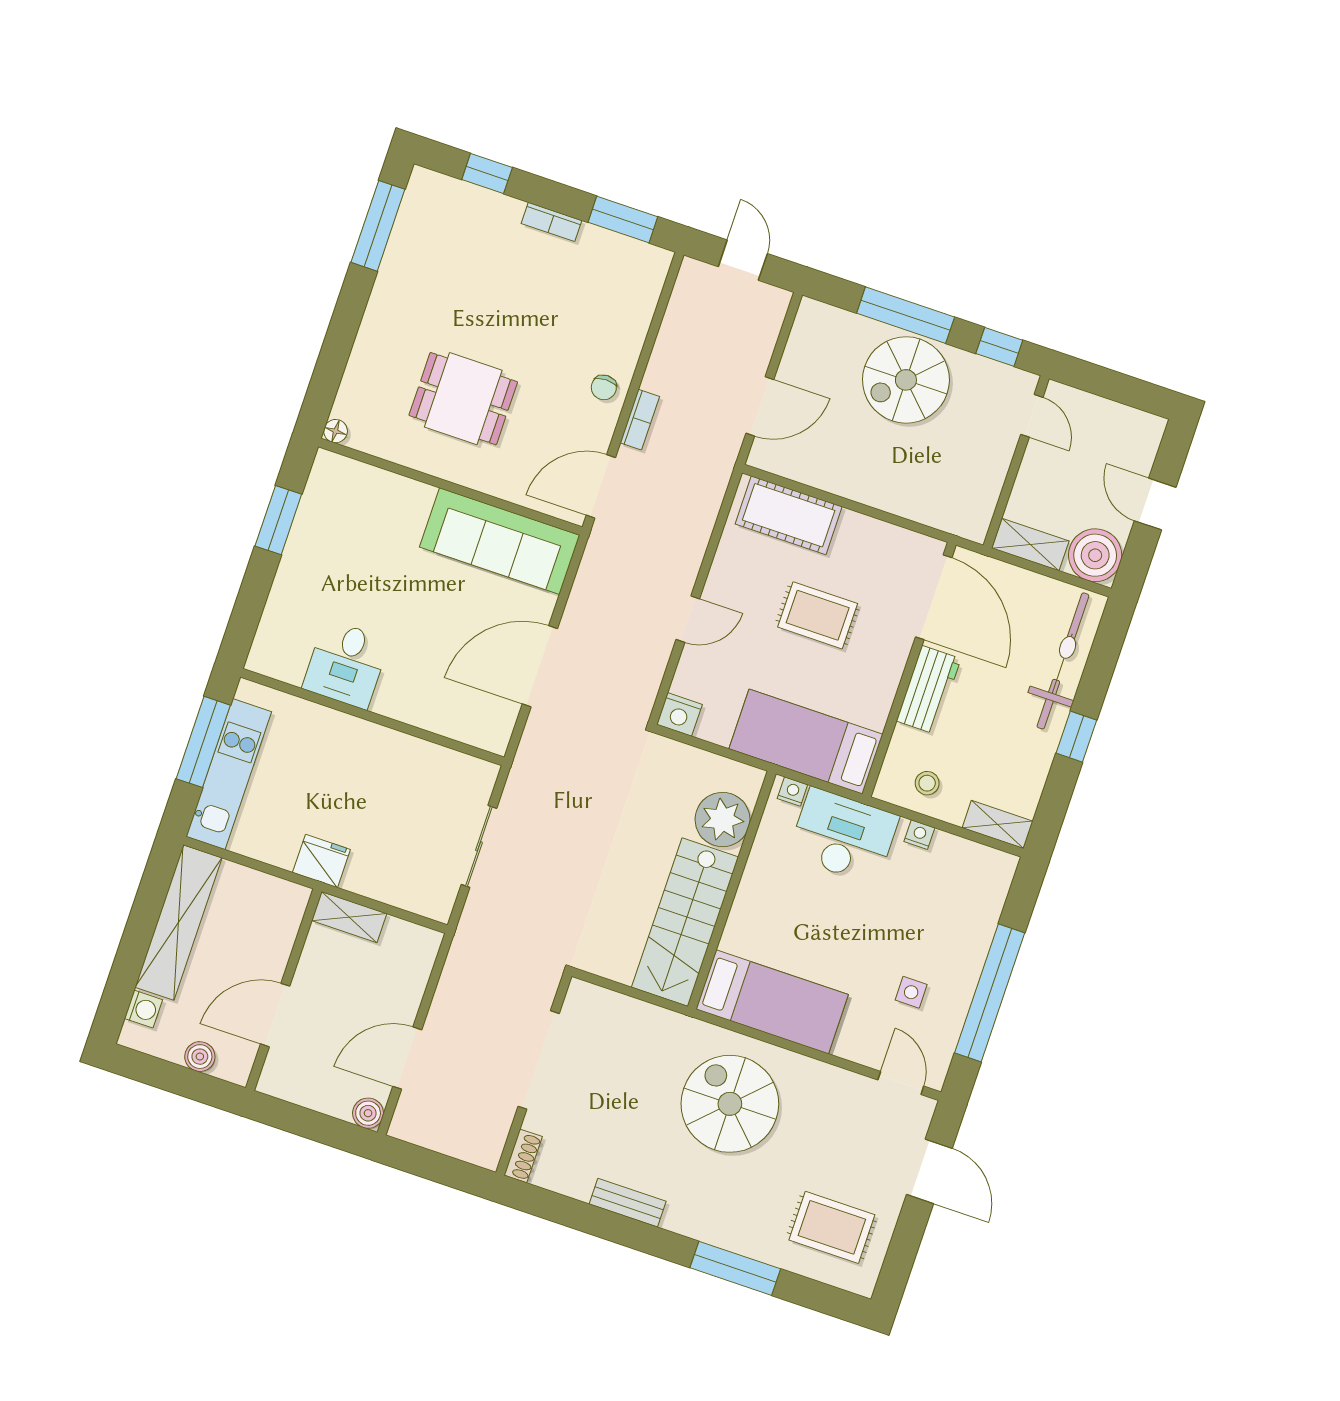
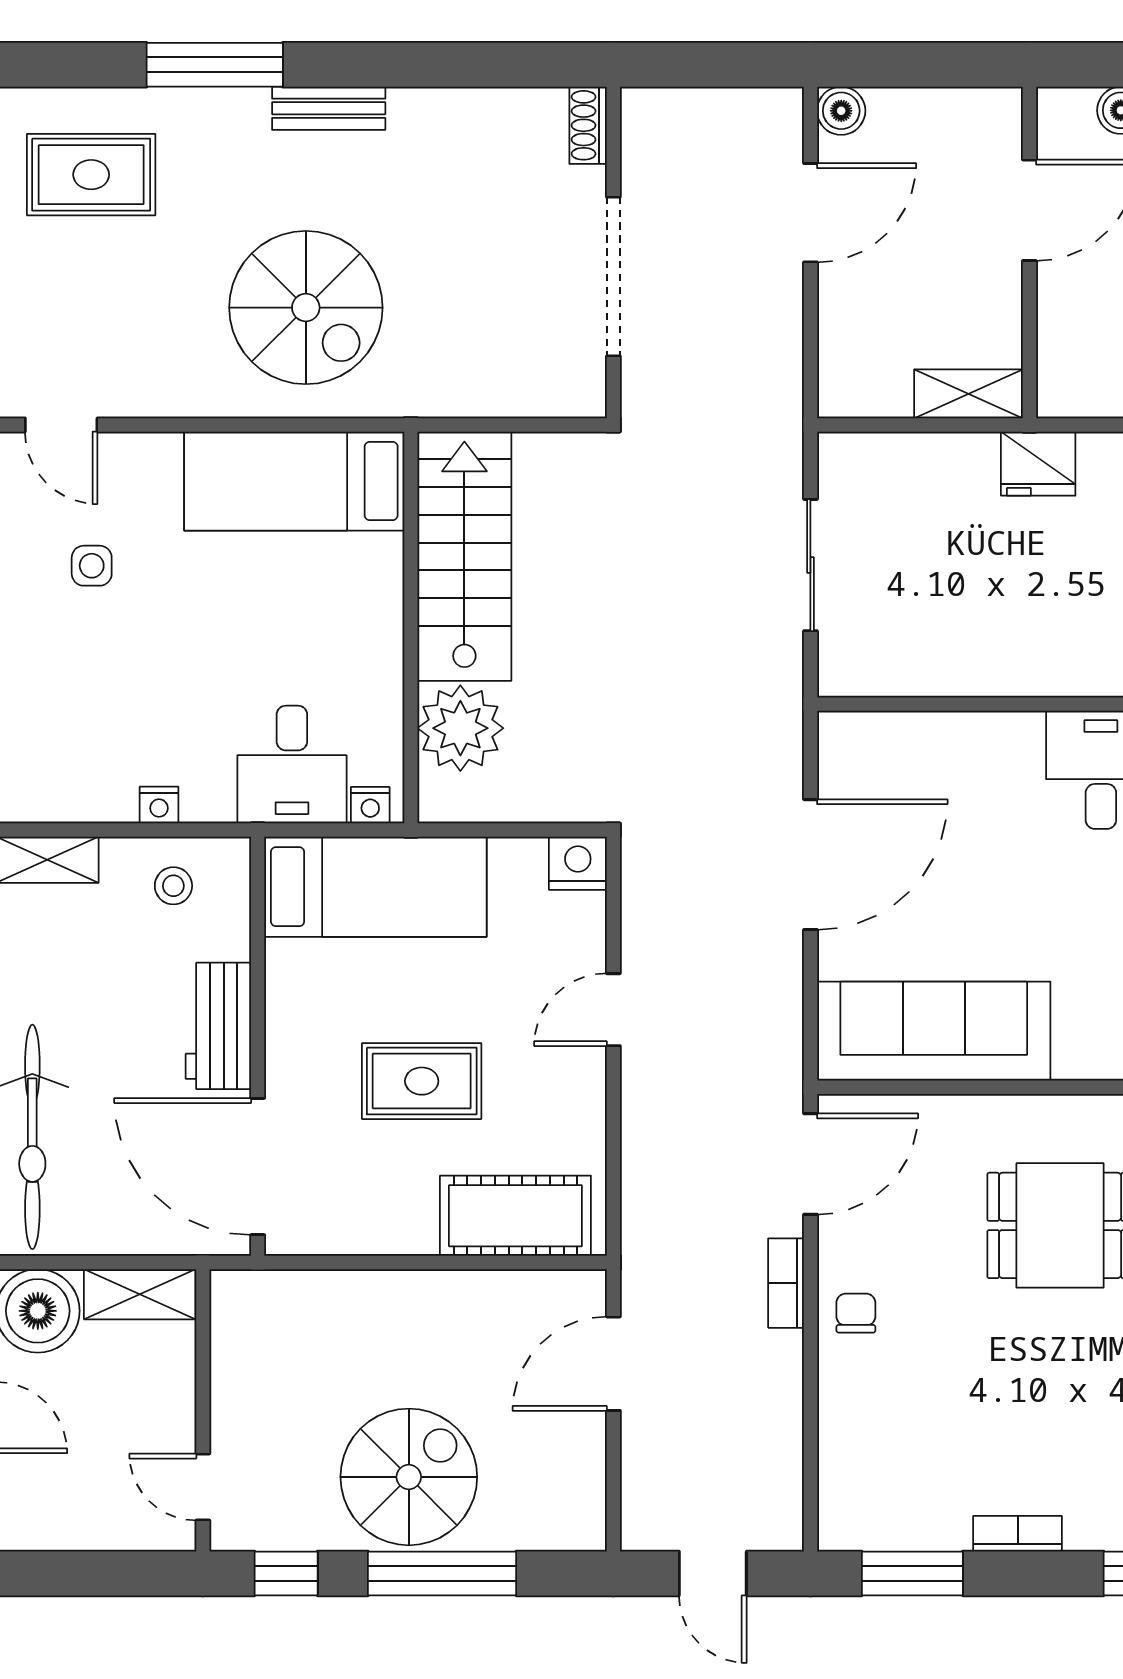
desk: (843, 836) -> (292, 765), width x0.73
bench: (628, 1203) -> (329, 108), moved

